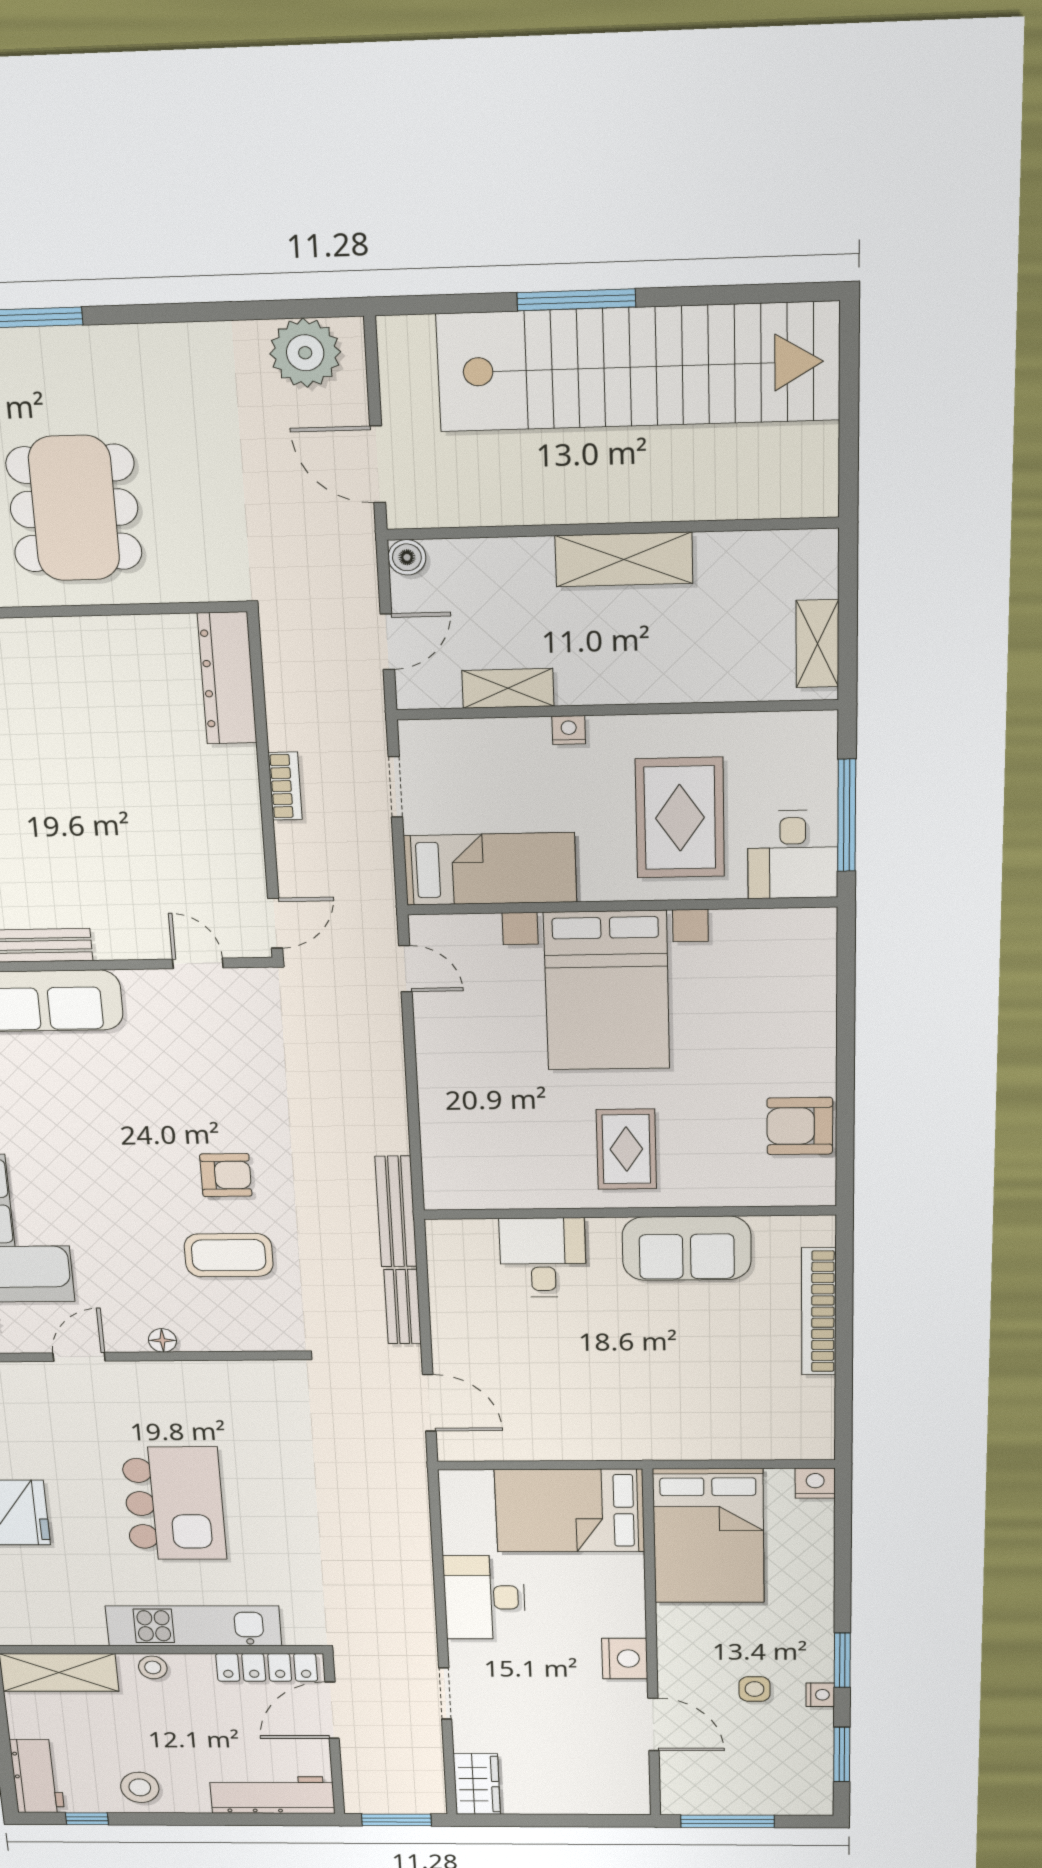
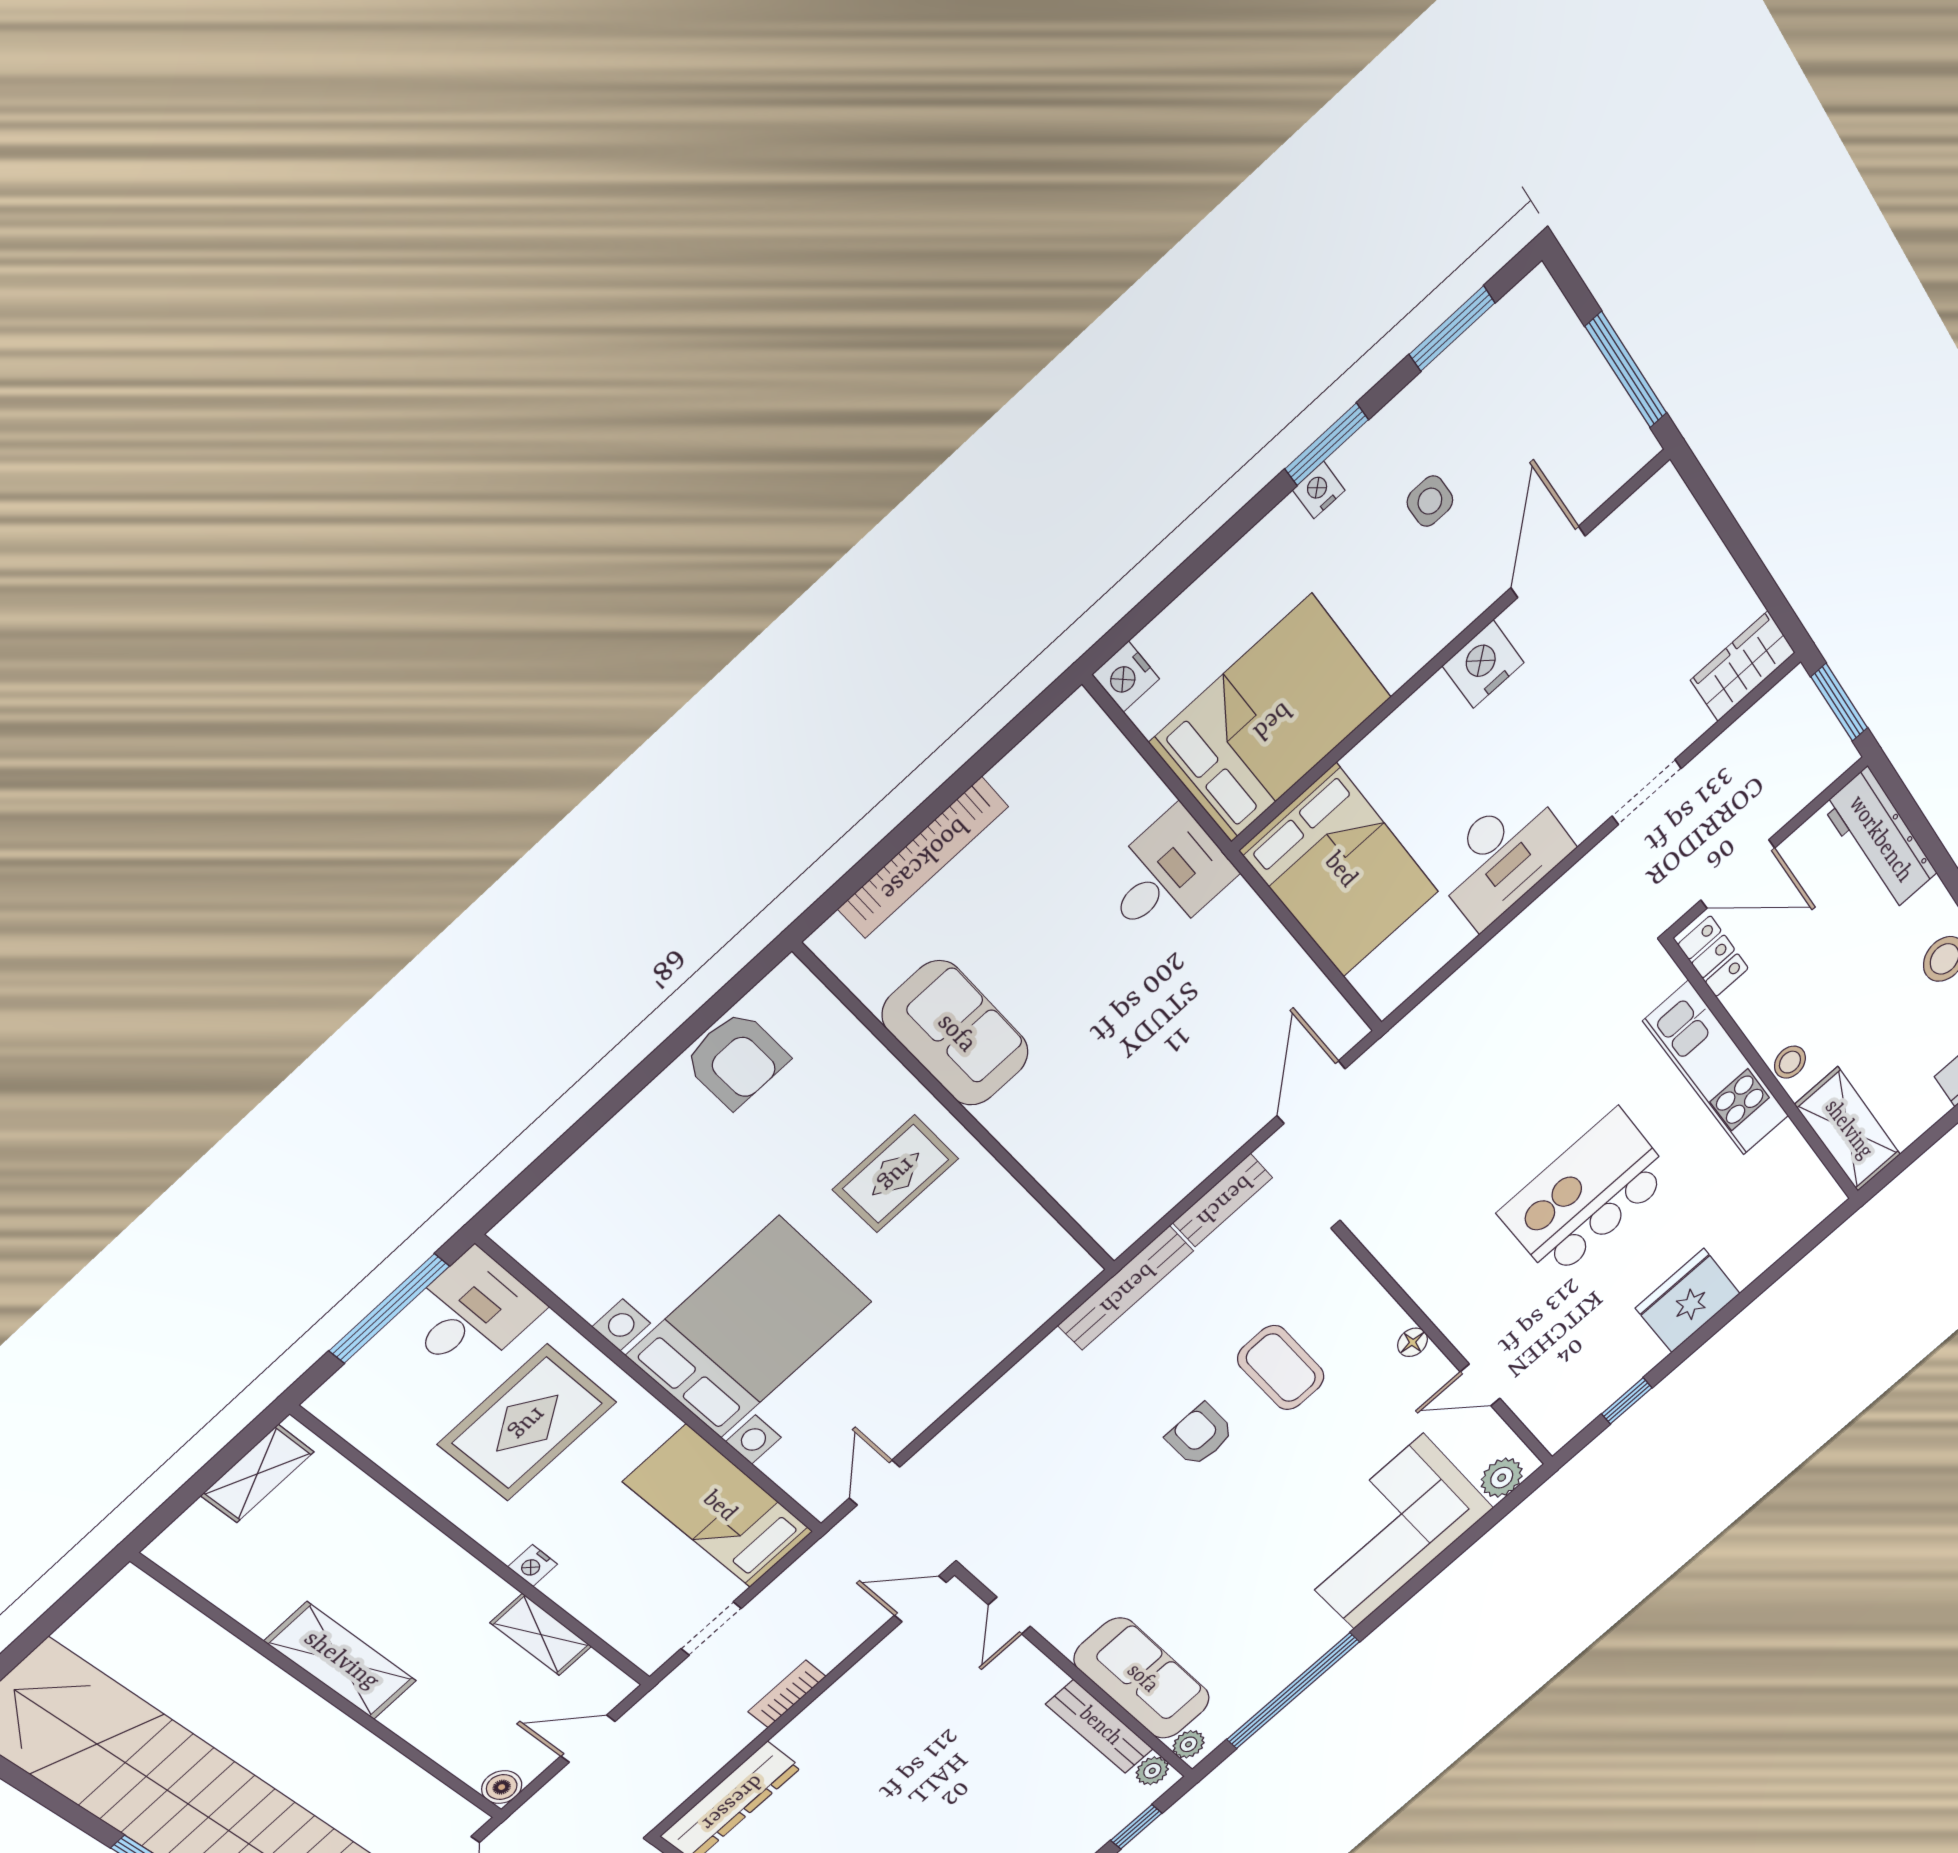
desk: (543, 1257) -> (1167, 876), moved, turned 180
locker: (267, 1667) -> (1713, 956), width x0.66
nightstand: (820, 1695) -> (1319, 490), moved

